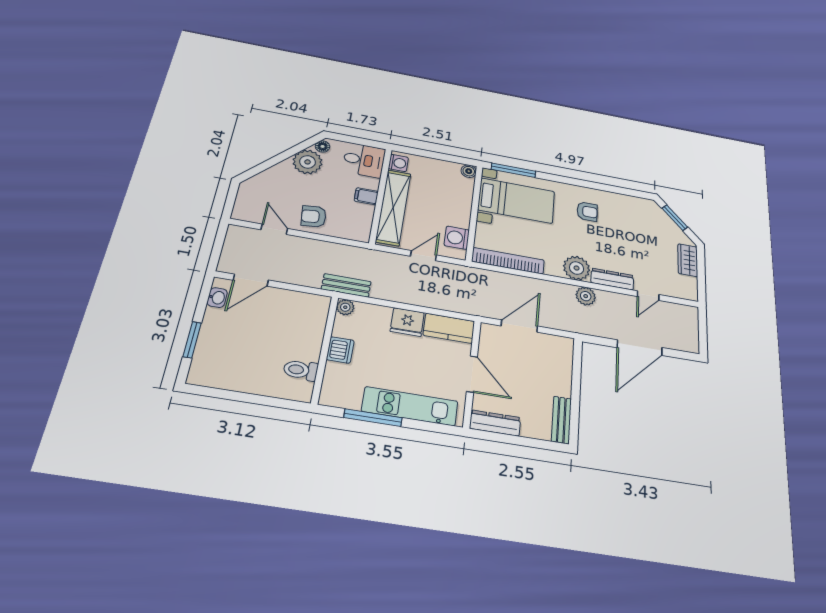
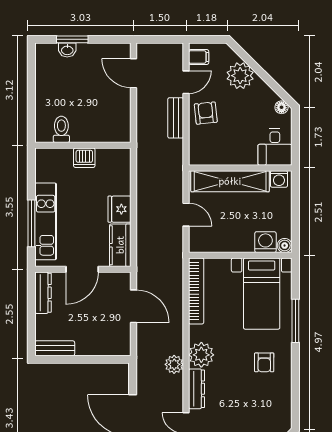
plant: (308, 162) -> (240, 76), moved
window: (513, 170) -> (295, 321), moved
filing cabinet: (366, 196) -> (199, 57), moved, turned 90
washing machine: (457, 238) -> (265, 242), moved
bench: (346, 285) -> (176, 118), moved
washbasin: (217, 298) -> (67, 50), moved
plant: (345, 307) -> (123, 155), removed
window: (373, 418) -> (31, 223), moved

